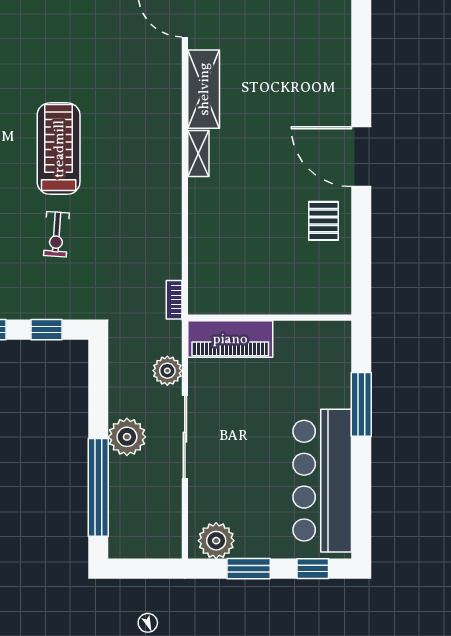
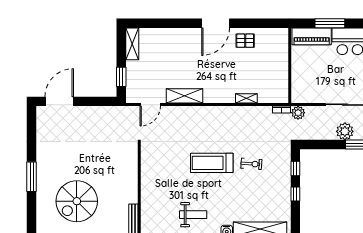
shelving: (198, 153) -> (246, 98), moved
piano: (230, 339) -> (312, 36), moved, turned 90
plant: (167, 371) -> (298, 113), moved

